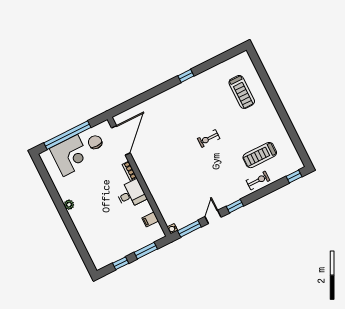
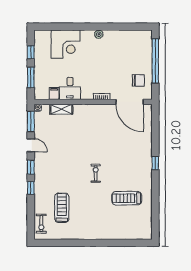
window: (186, 76) -> (155, 163), moved
treadmill: (242, 92) -> (127, 198), moved
corner desk: (70, 156) -> (66, 44), moved, turned -90
window: (294, 176) -> (31, 188), moved
exercise bike: (258, 180) -> (41, 224), moved
desk: (131, 194) -> (70, 88), moved
shelving: (162, 205) -> (61, 109), added

